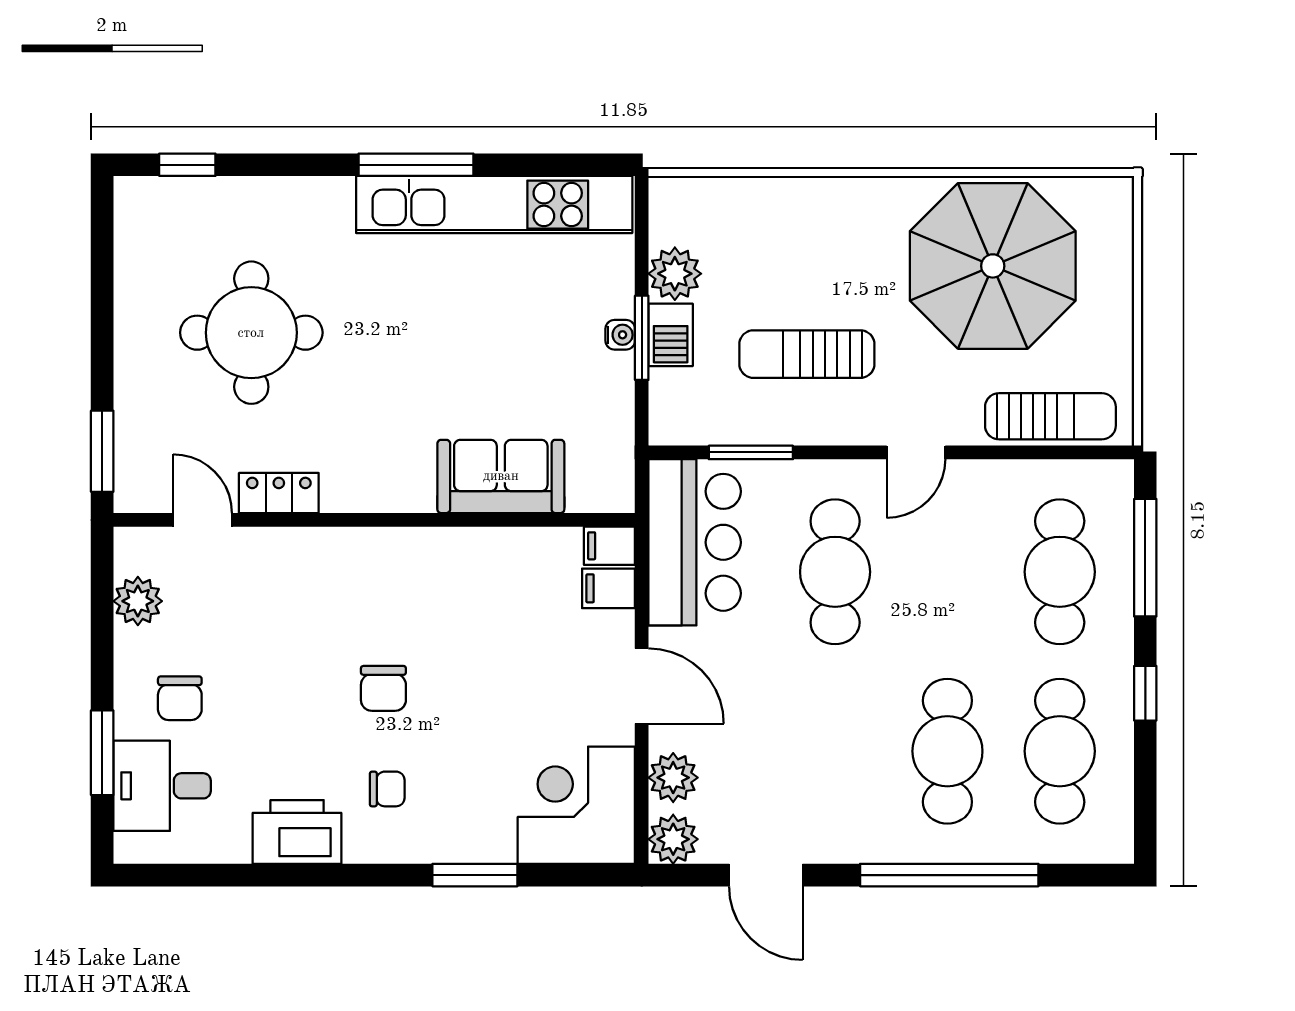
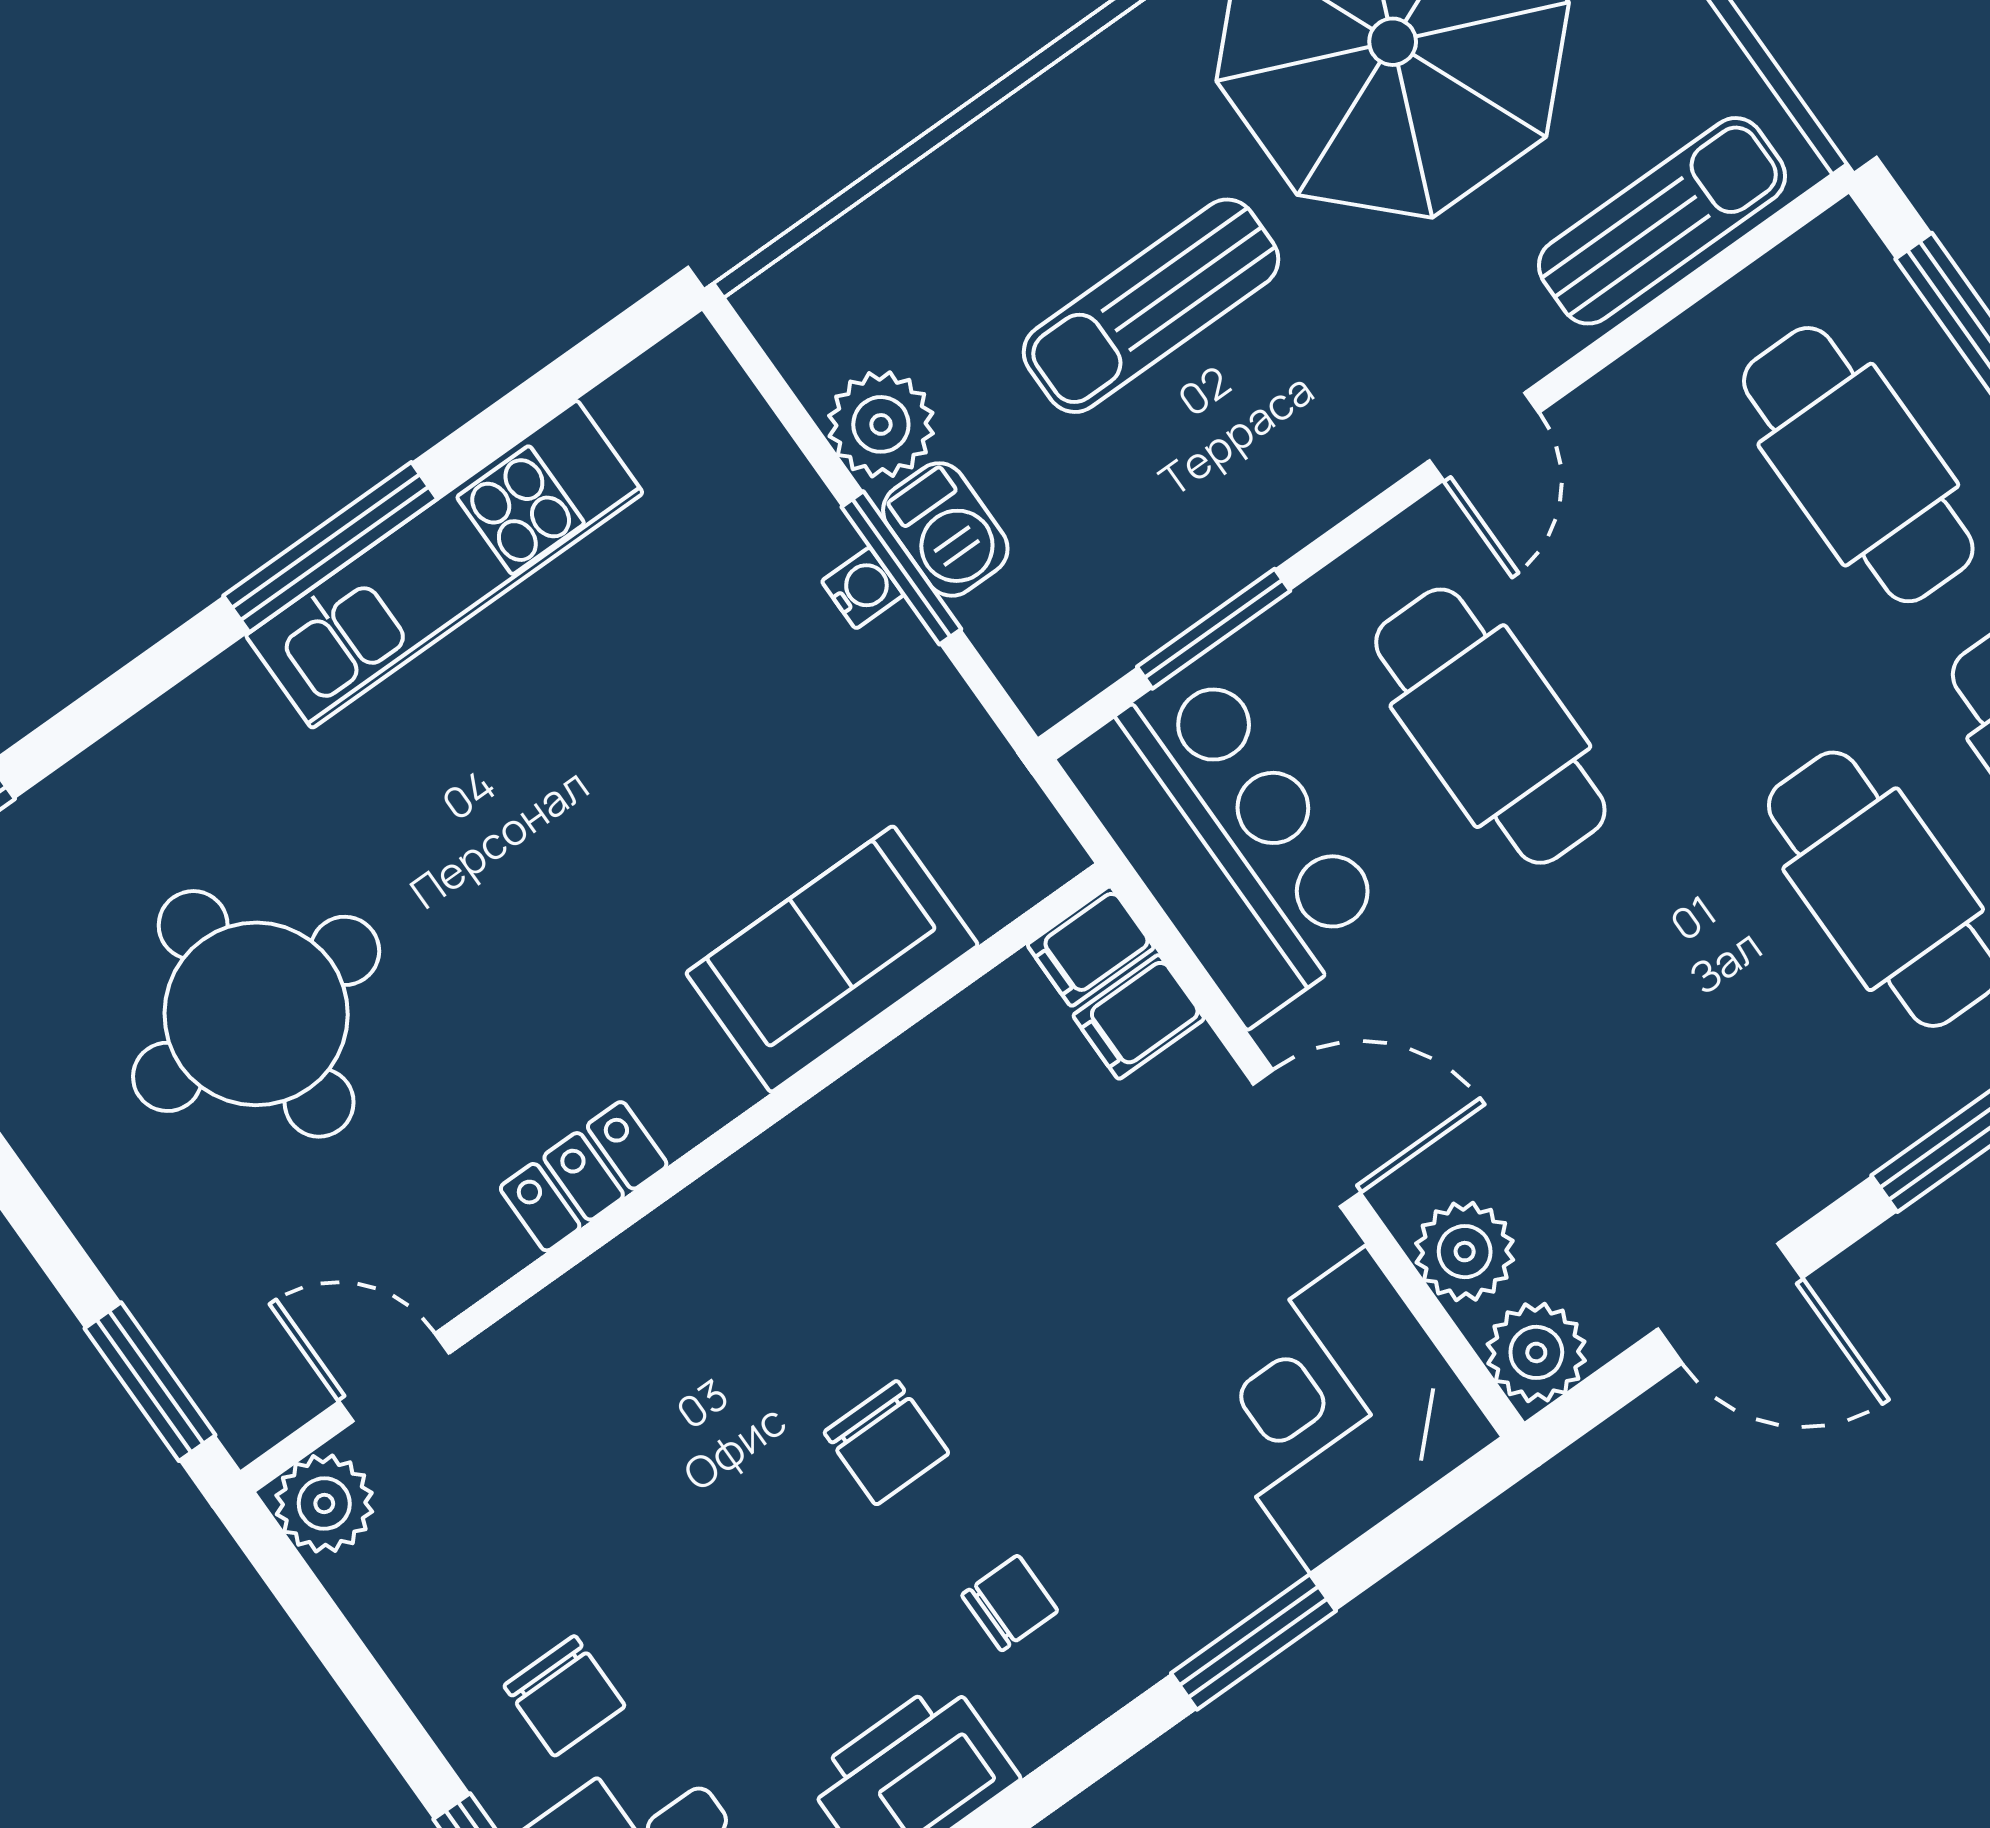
kitchen unit: (494, 205) -> (444, 564), width x0.73
sun lounger: (807, 354) -> (1151, 306), moved
locker: (279, 493) -> (584, 1176), moved
plant: (138, 601) -> (324, 1504), moved

